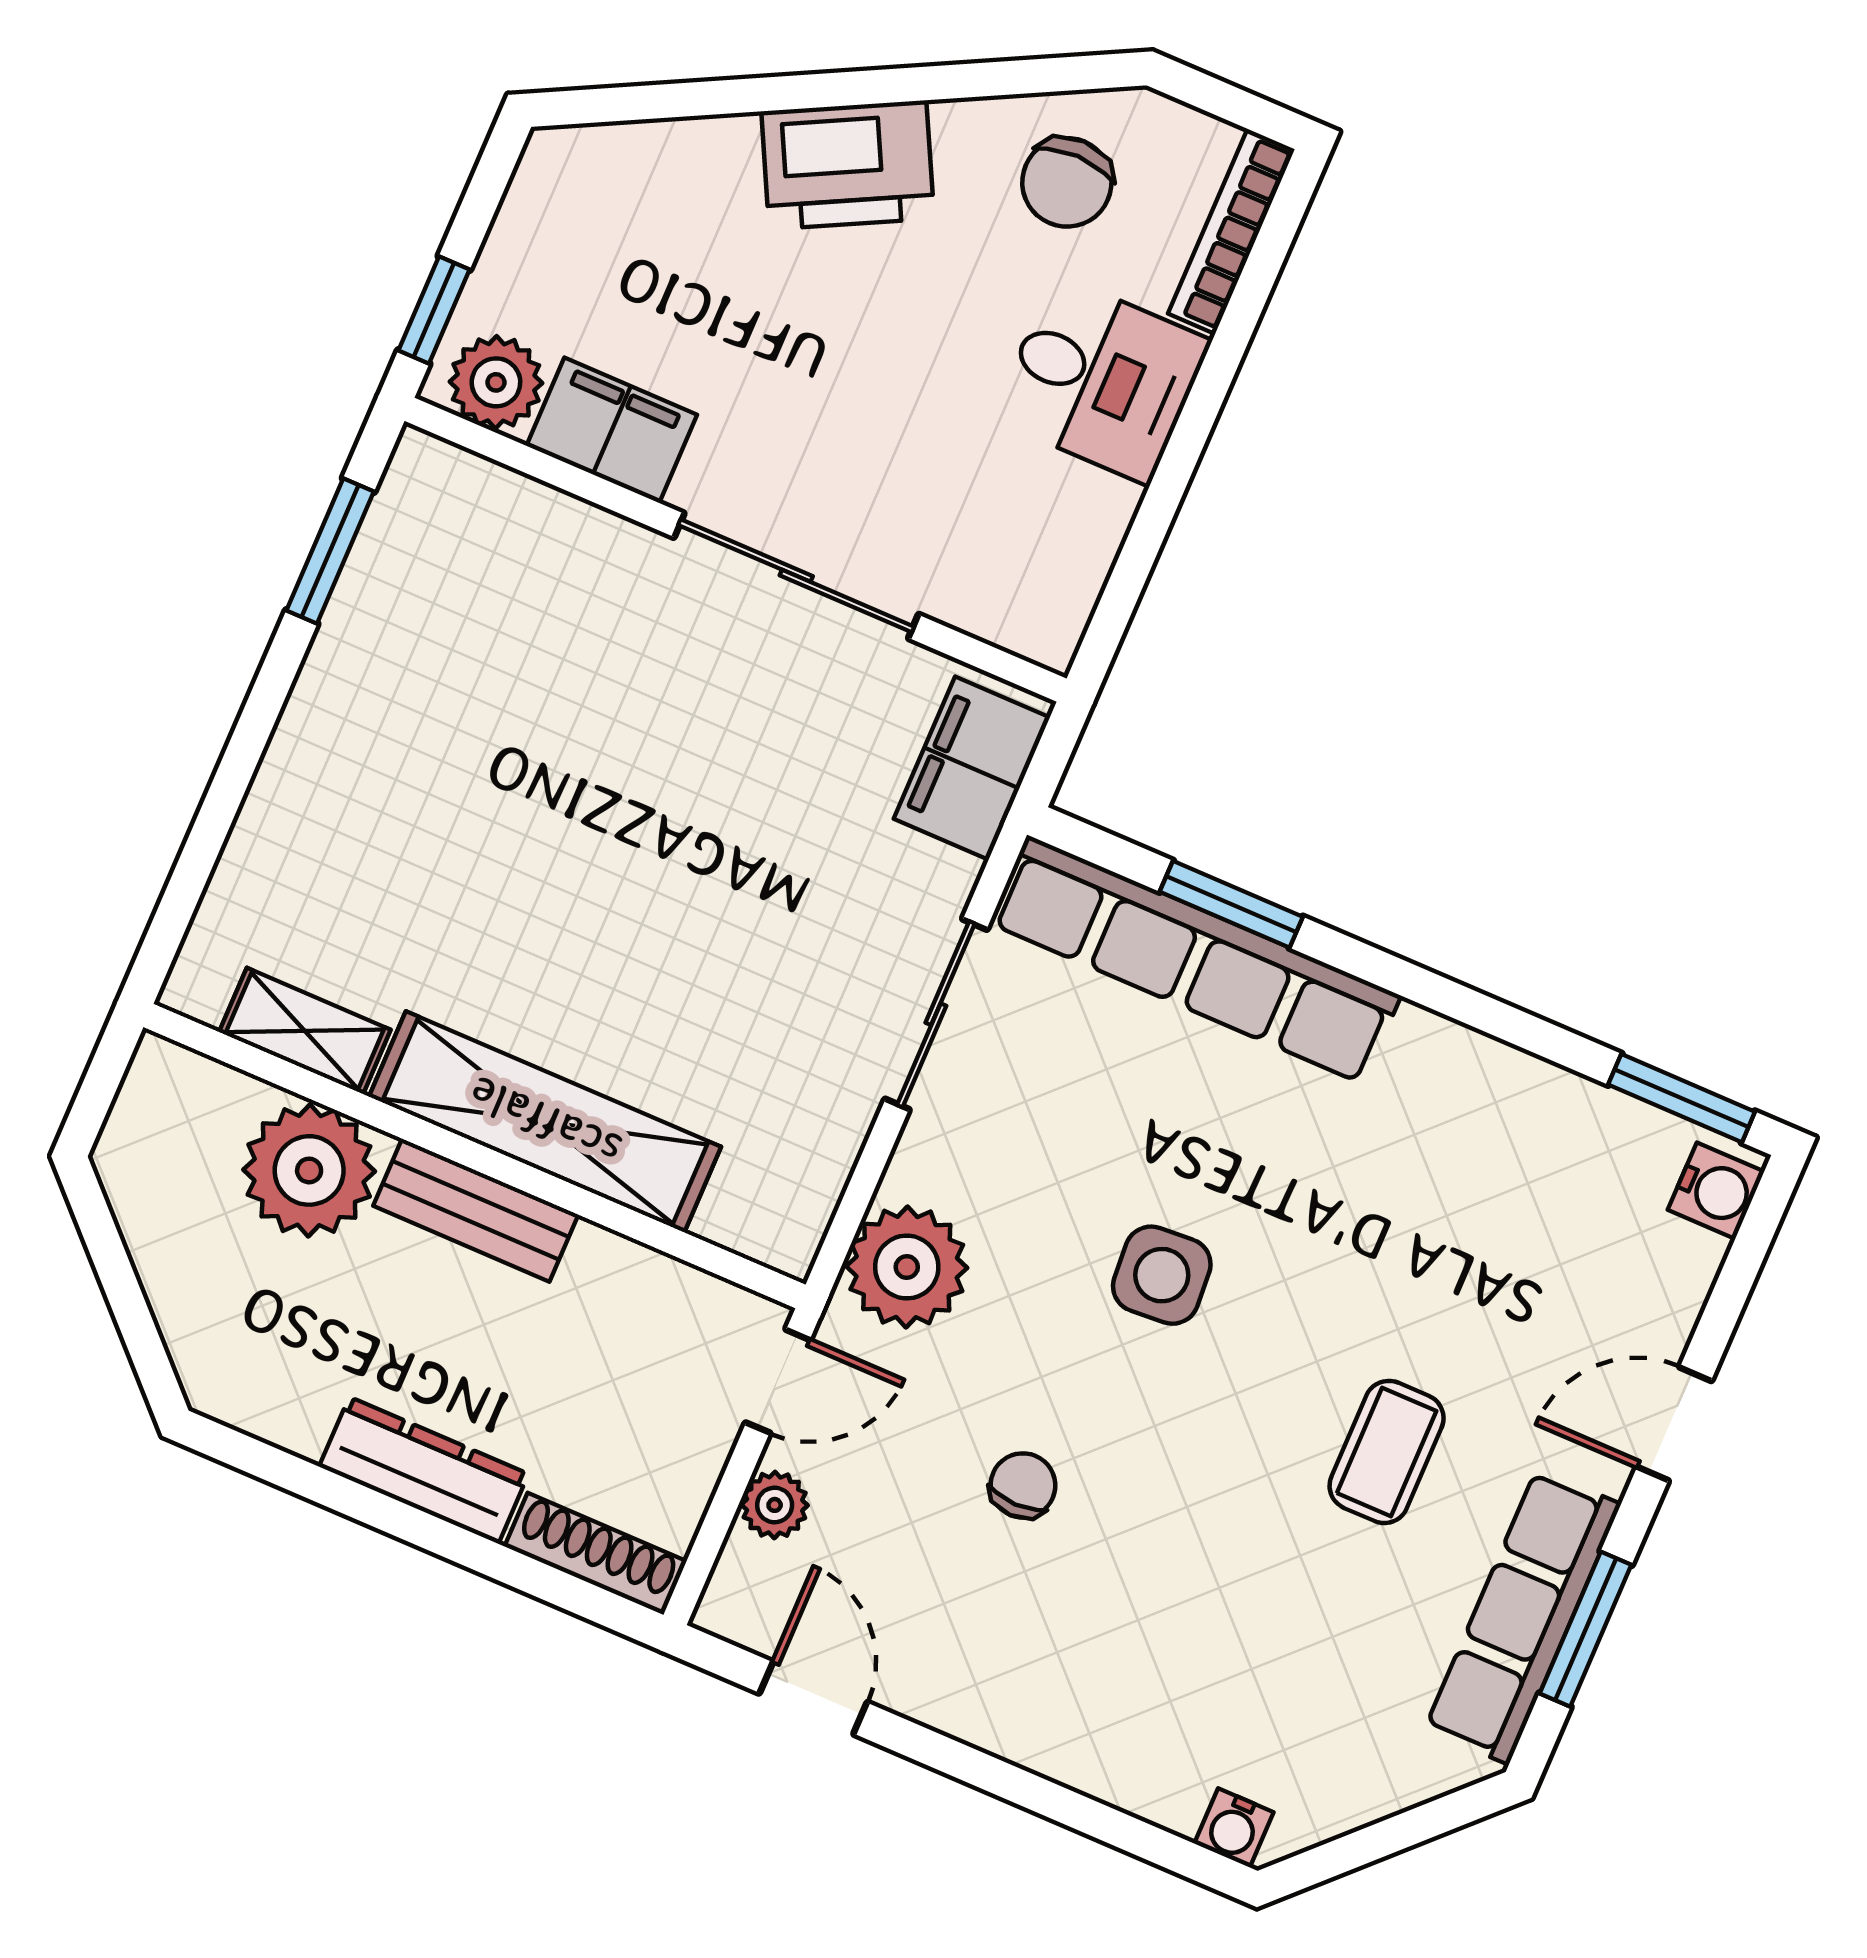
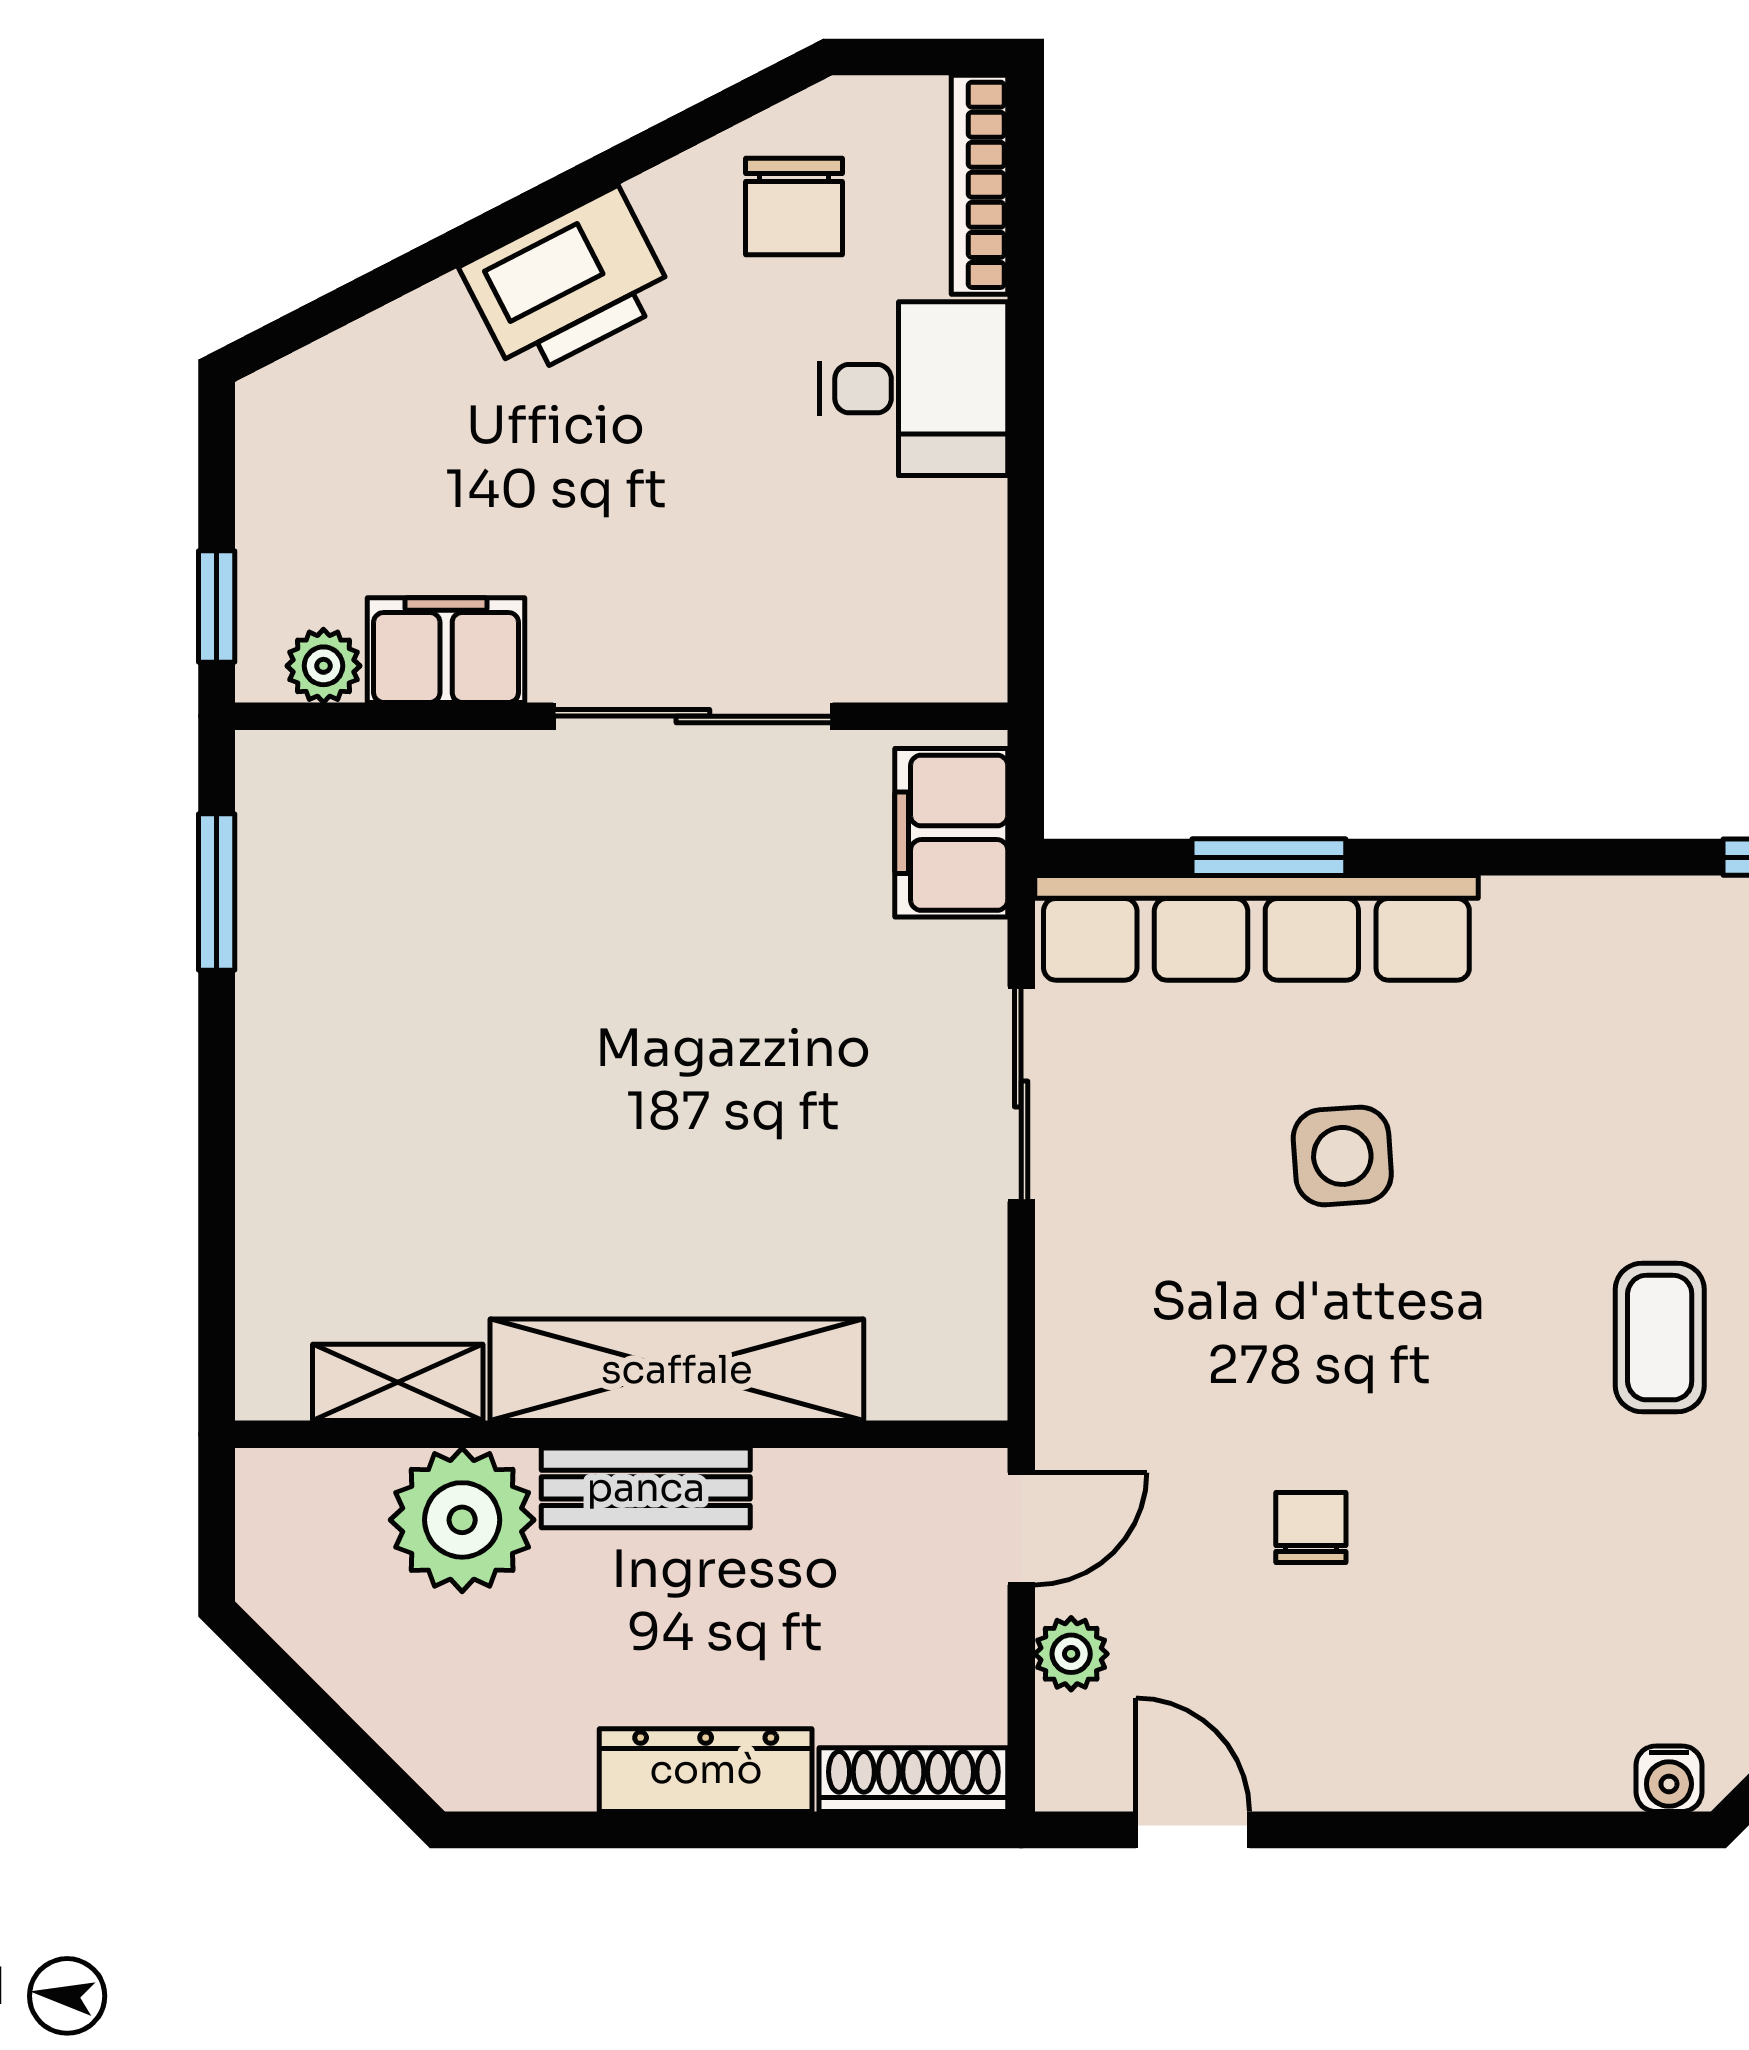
plant: (496, 382) -> (323, 666), width x0.73, depth x0.73
plant: (907, 1267) -> (1101, 1359), removed
side table: (1162, 1275) -> (1342, 1156), moved

